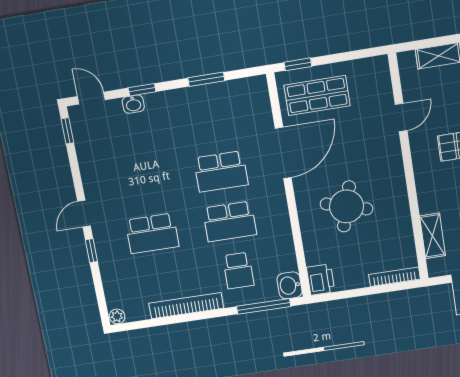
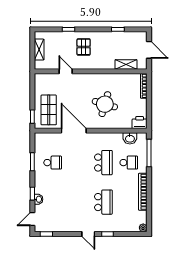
school desk: (221, 171) -> (53, 163), moved, width x0.54
washbasin: (290, 285) -> (130, 138), moved

